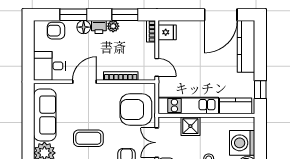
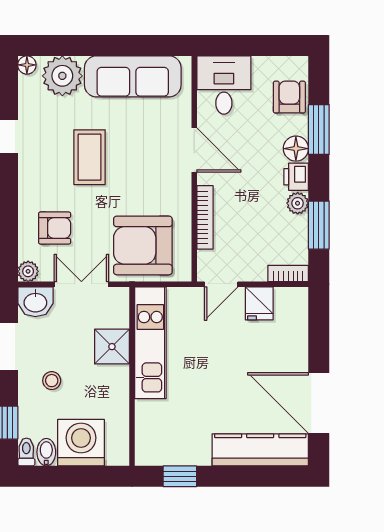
fridge: (167, 32) -> (259, 303), moved
kitchen counter: (236, 106) -> (149, 430), removed
armchair: (136, 110) -> (143, 245), turned -90

